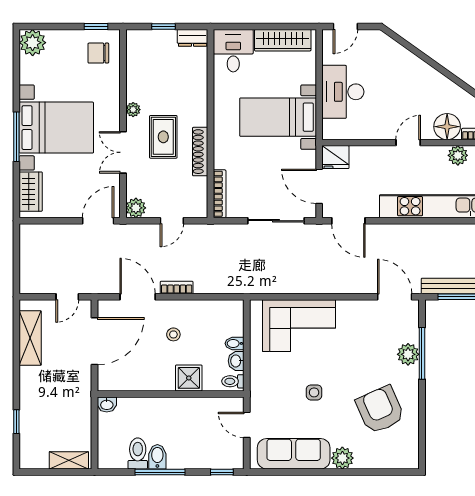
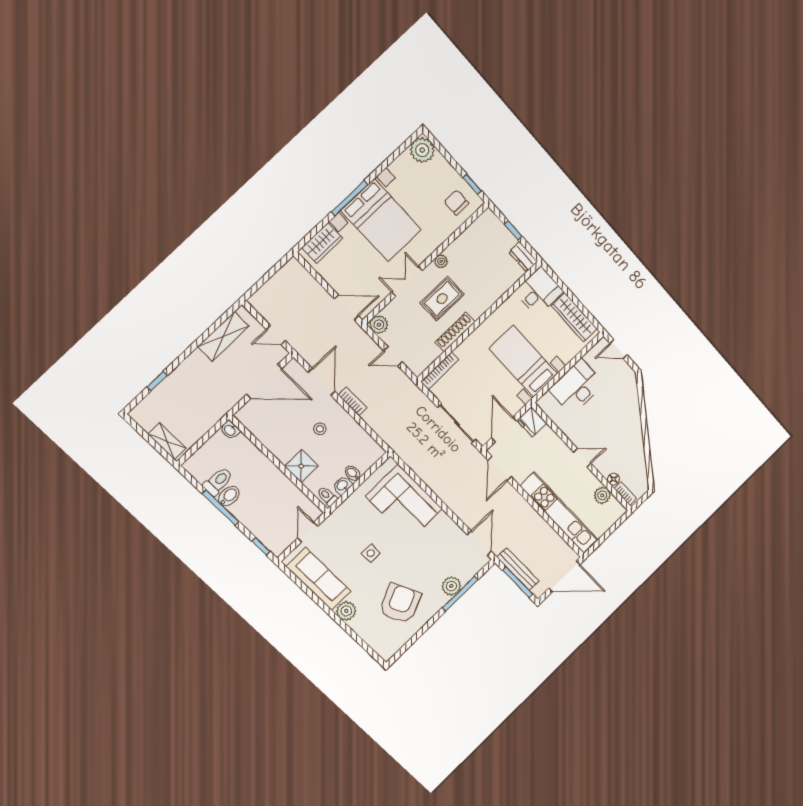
floor lamp: (447, 127) -> (613, 479), width x0.53, depth x0.53

